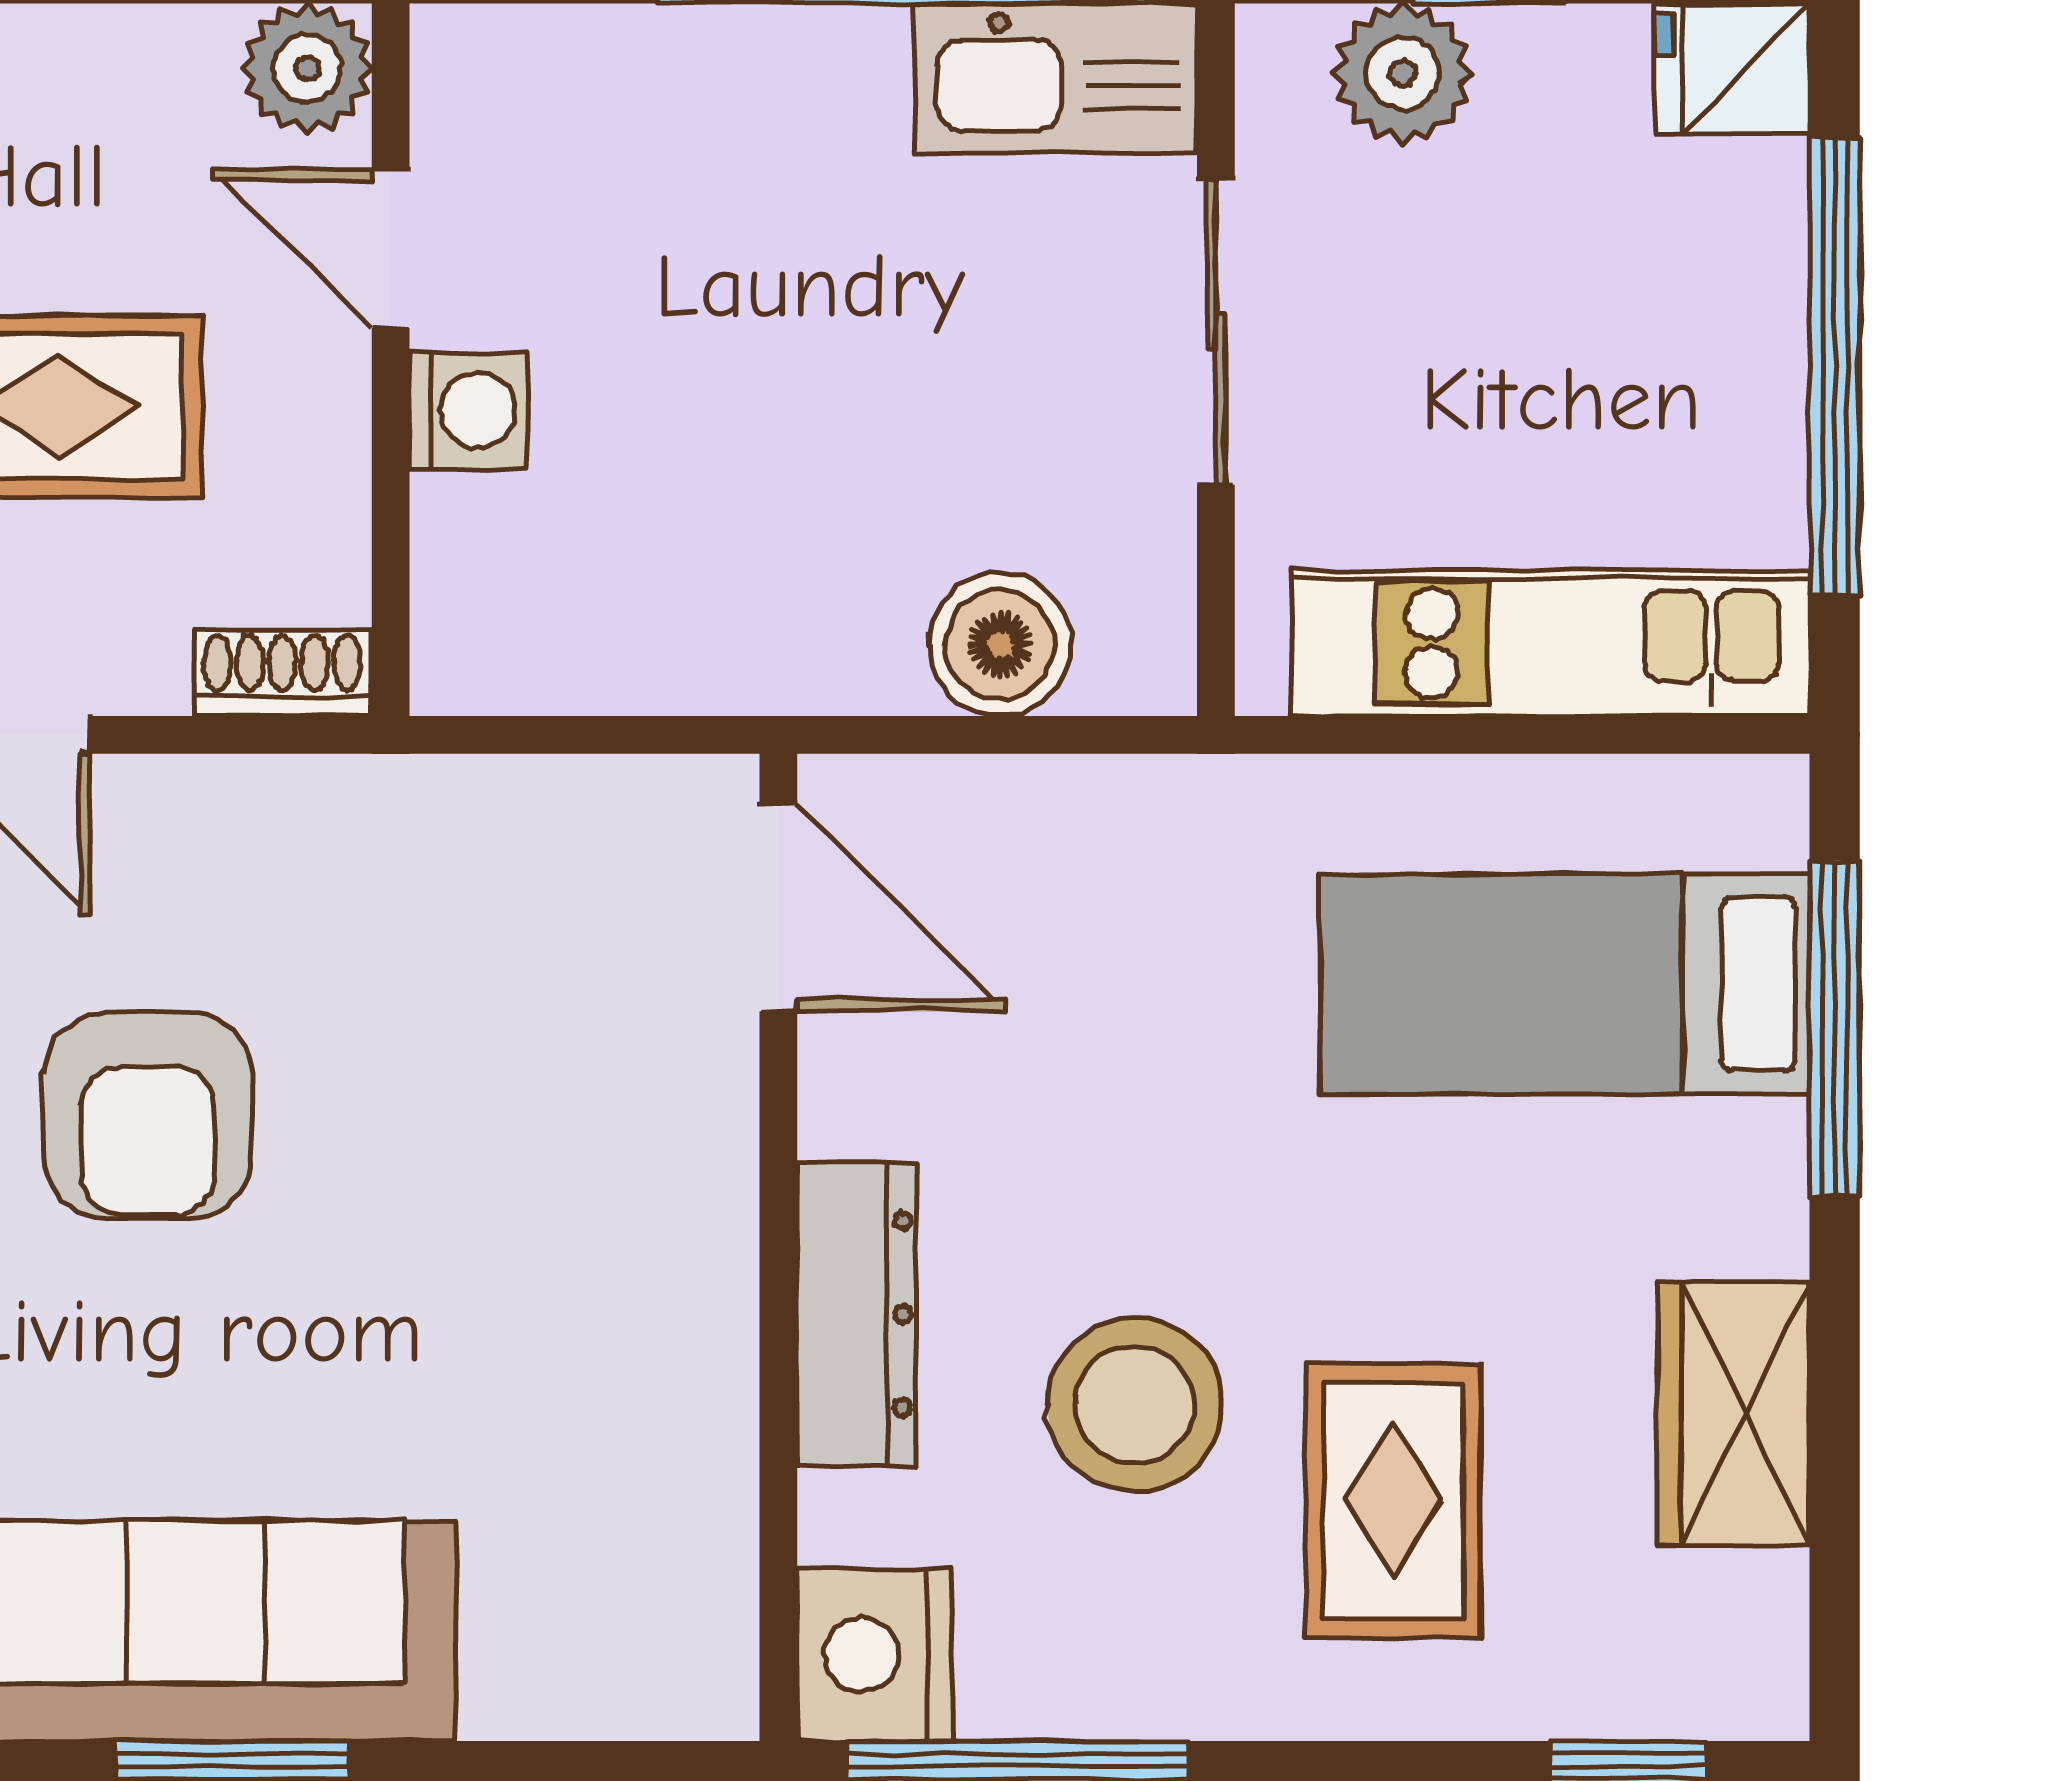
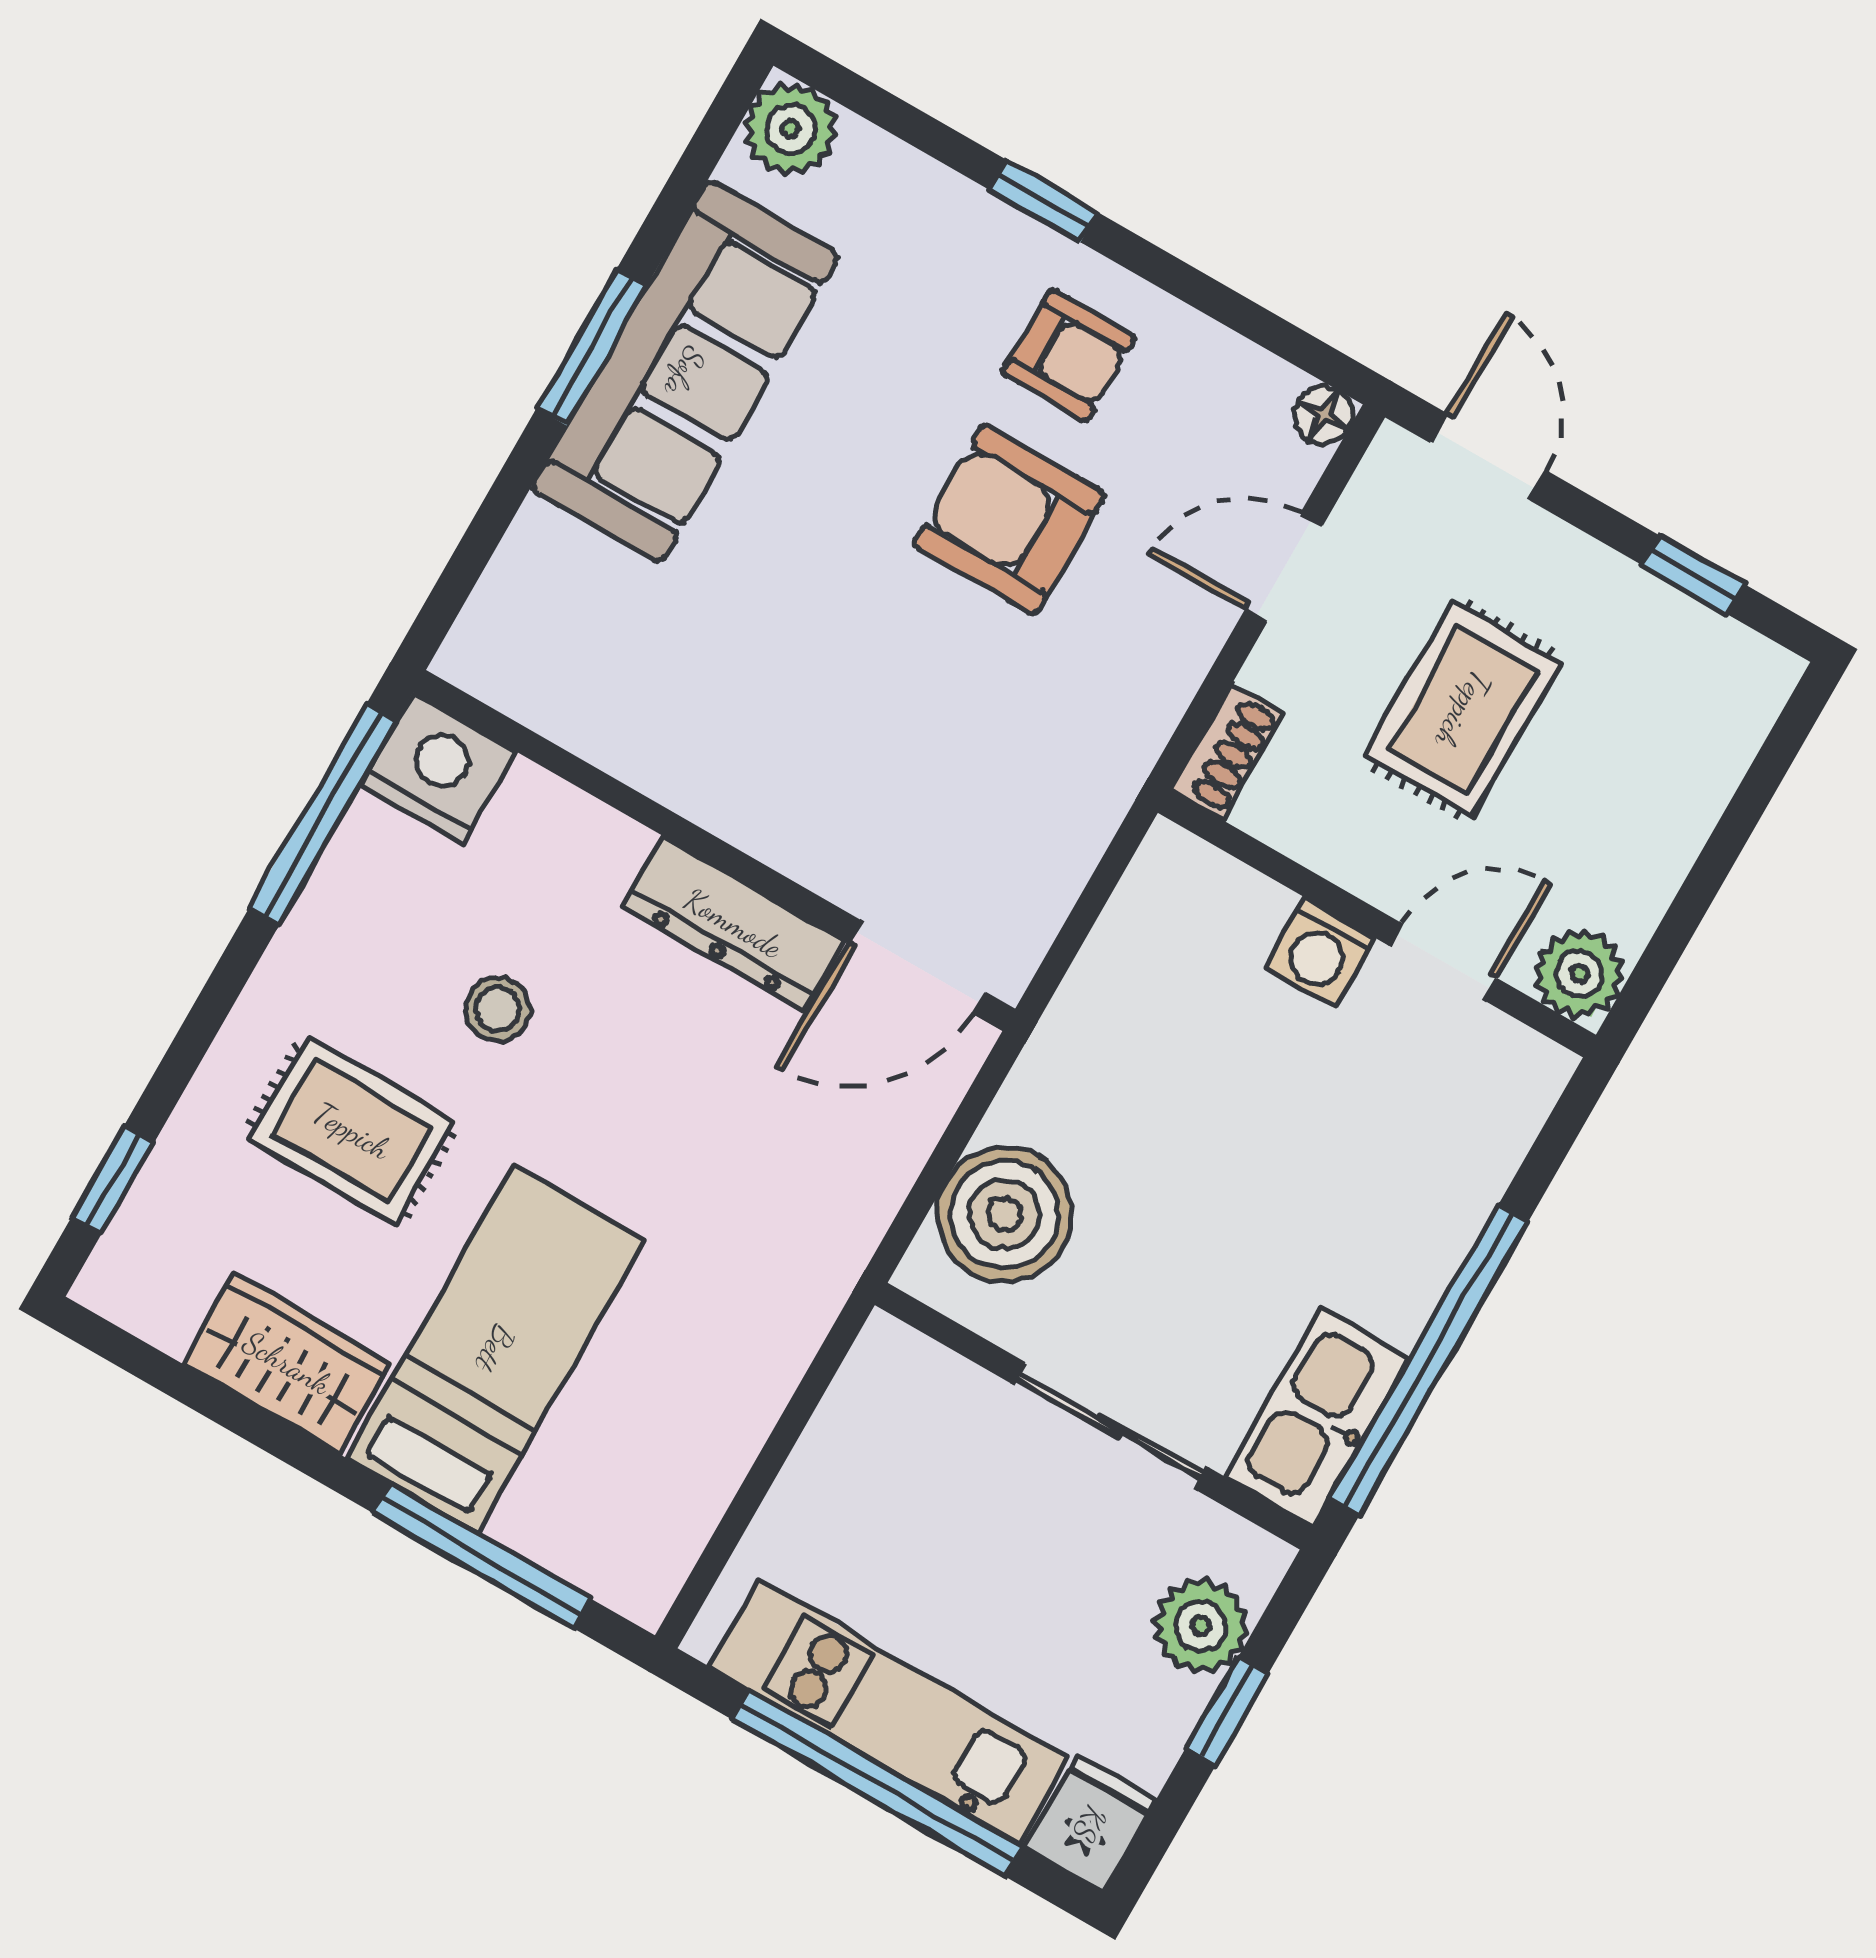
kitchen unit: (1551, 643) -> (889, 1712), moved, turned -90
boiler: (1000, 644) -> (1004, 1214), width x1.37, depth x1.37
bed: (1565, 984) -> (495, 1349), moved
dresser: (857, 1314) -> (733, 923), moved
stool: (1135, 1405) -> (498, 1009), width x0.53, depth x0.53

